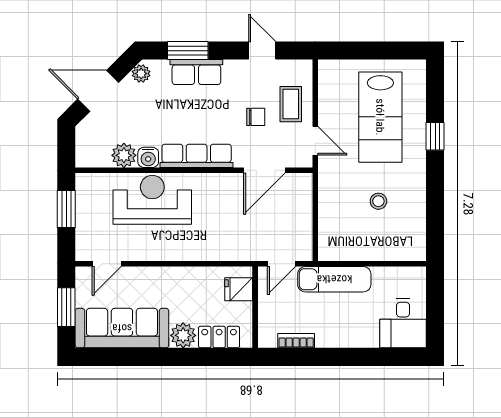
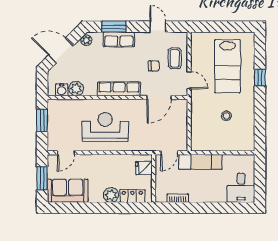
water cooler: (148, 157) -> (62, 90), moved
reception desk: (152, 200) -> (105, 127), moved
sofa: (122, 328) -> (68, 191), width x0.73

